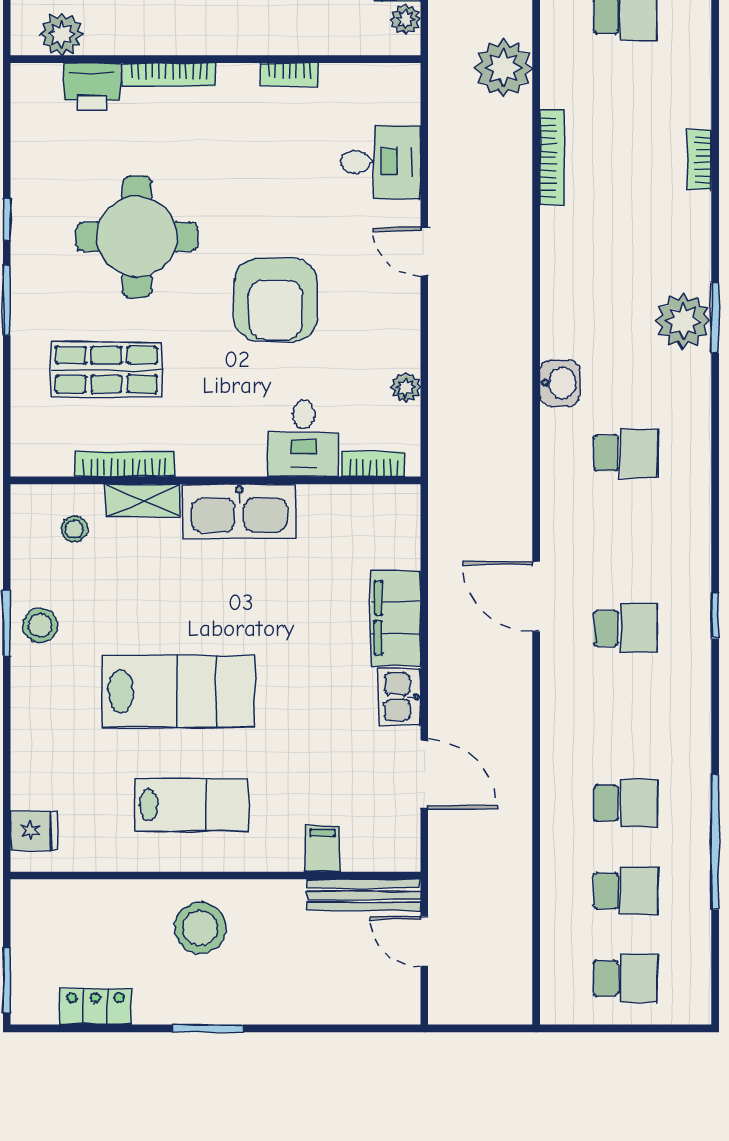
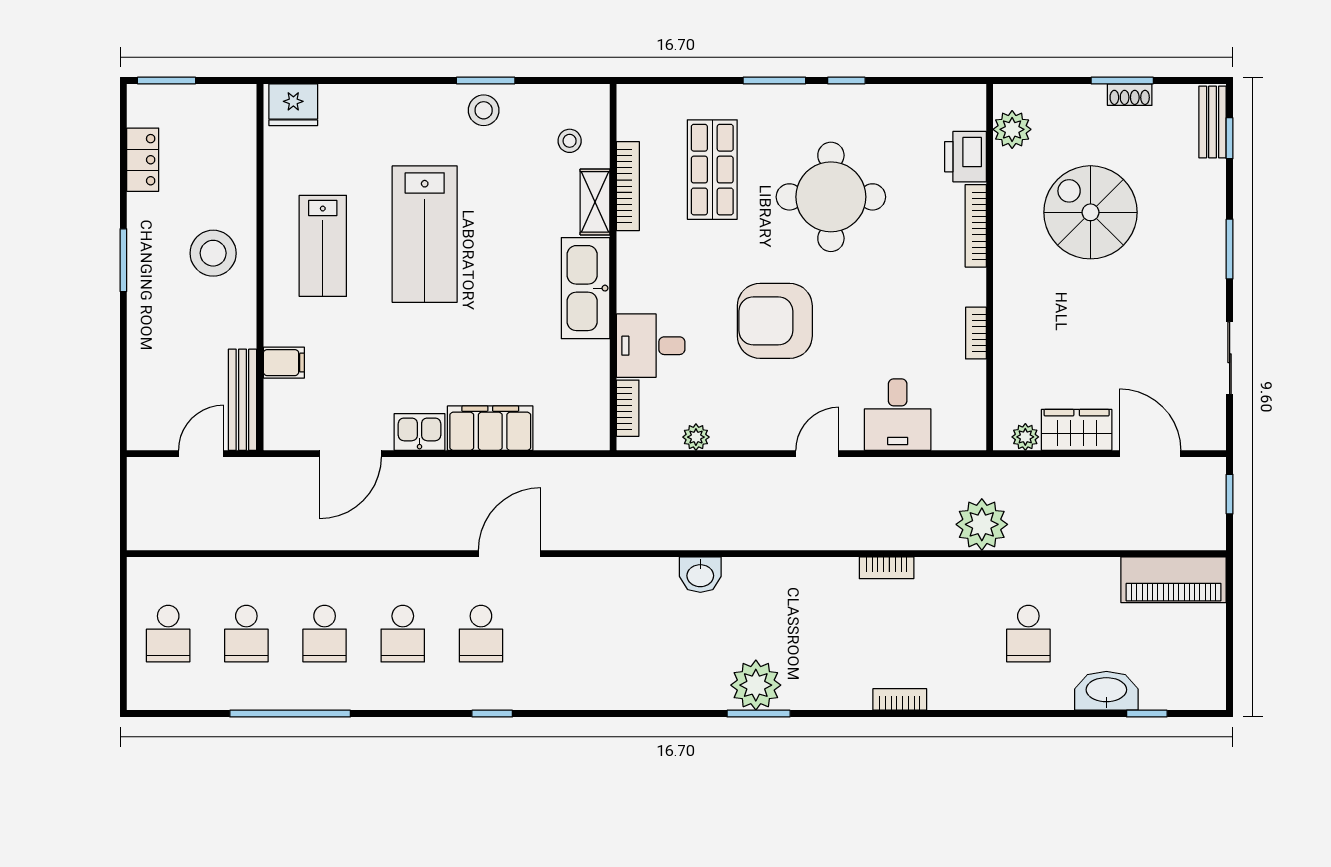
bookcase: (552, 157) -> (887, 568), width x0.64
school desk: (626, 453) -> (403, 634), moved
fridge: (34, 831) -> (293, 105), width x1.38

